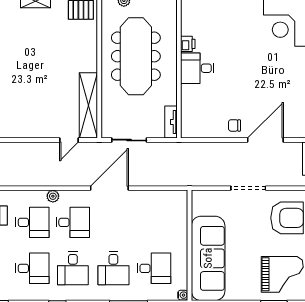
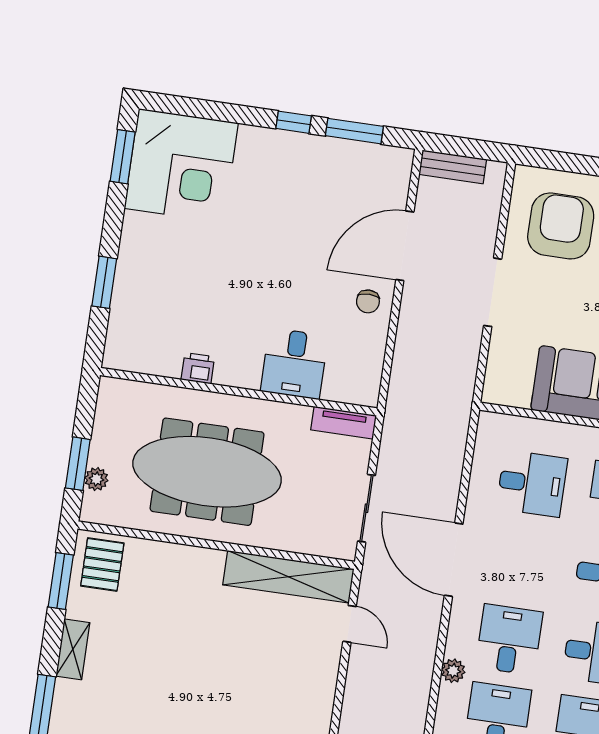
desk: (197, 68) -> (294, 364), moved
door: (265, 140) -> (405, 246), hinge flipped
desk: (154, 222) -> (532, 483), added

